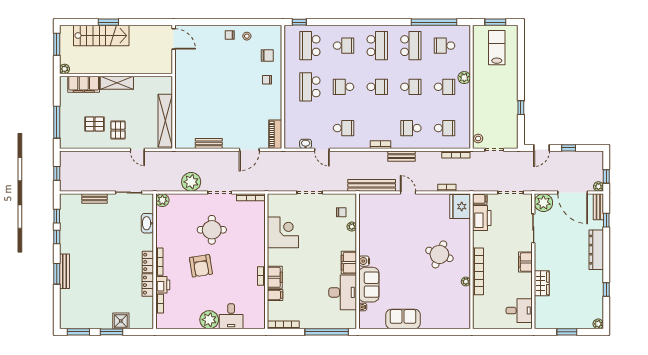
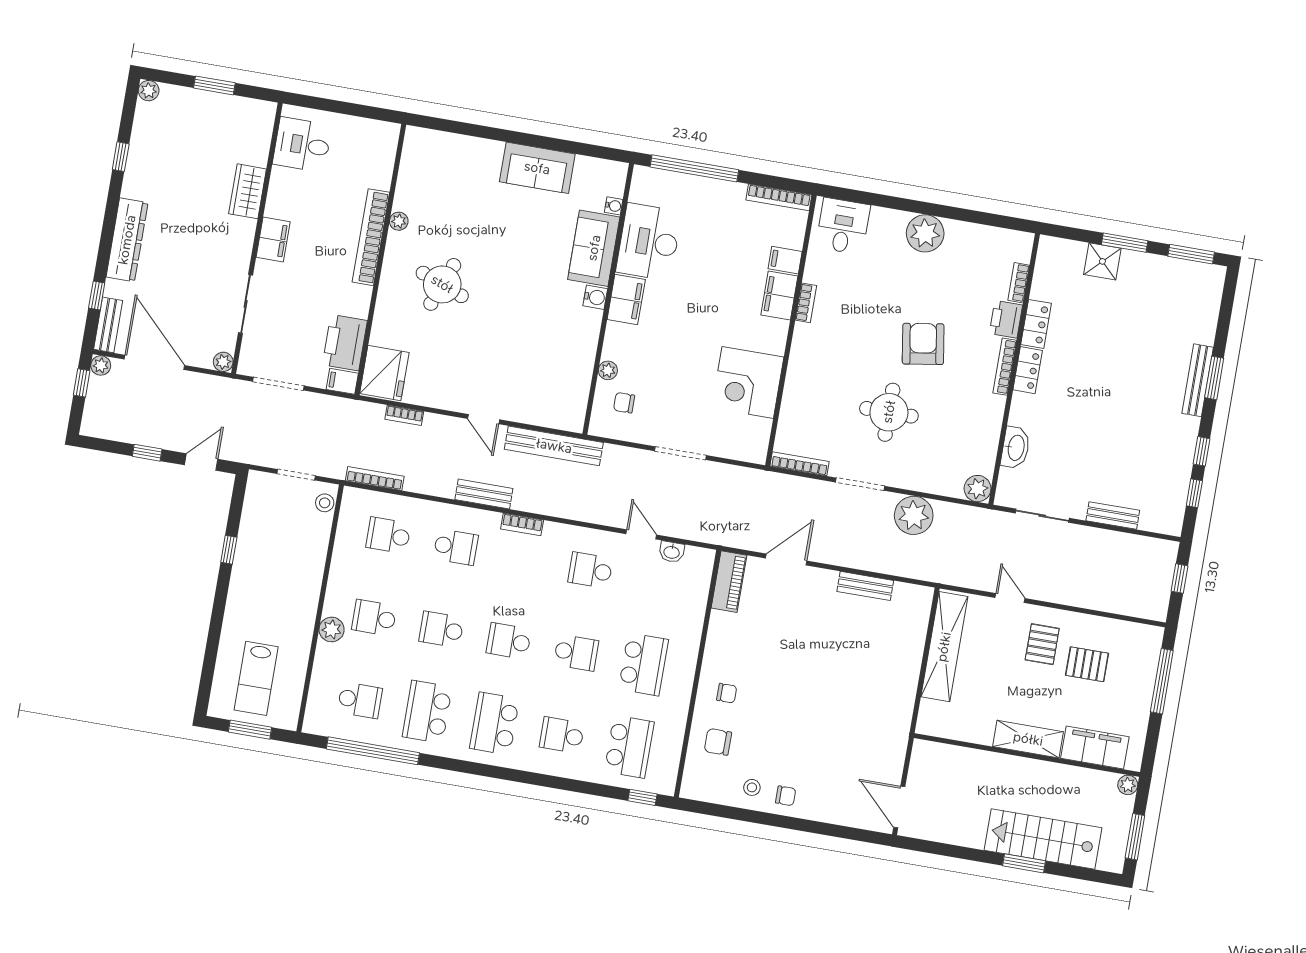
plant: (543, 203) -> (223, 362), width x0.53, depth x0.53
desk: (231, 316) -> (843, 226), moved

